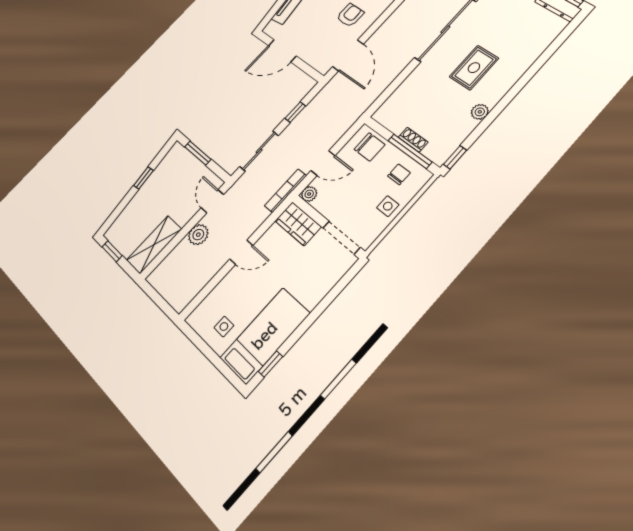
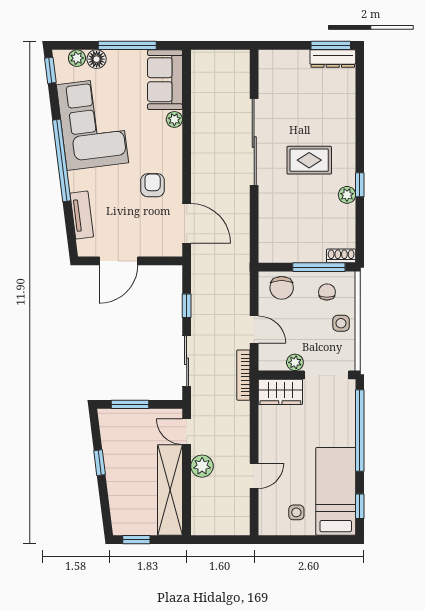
rug: (474, 68) -> (309, 160), turned 90
shoe rack: (413, 140) -> (341, 256), moved
chair: (370, 147) -> (282, 288), turned 90
window: (455, 157) -> (360, 185), moved
door: (323, 163) -> (254, 330), hinge flipped
plant: (309, 194) -> (295, 362), moved
shelving: (154, 245) -> (170, 490), width x1.47
door: (241, 252) -> (254, 476), moved
window: (326, 302) -> (360, 430), added

